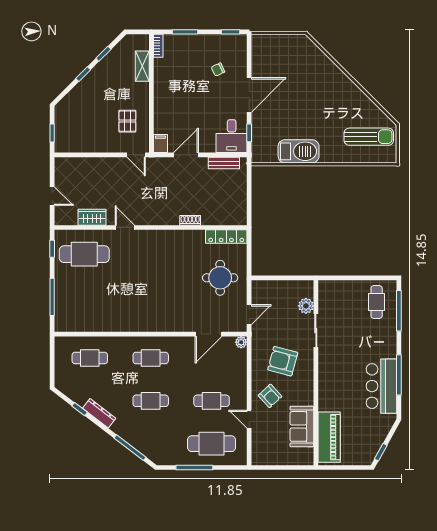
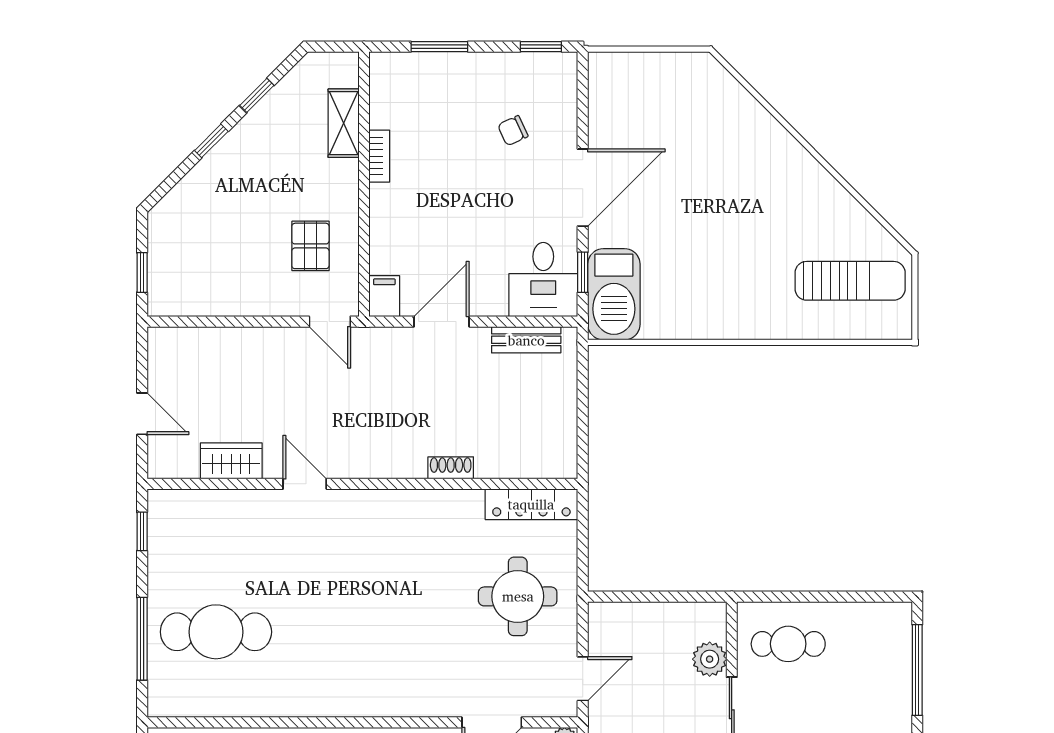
bookcase: (158, 46) -> (379, 156), moved
barbecue: (299, 151) -> (614, 294), moved, turned 90
cafe table: (84, 254) -> (216, 632), moved
cafe table: (377, 302) -> (788, 644), moved, turned 90

